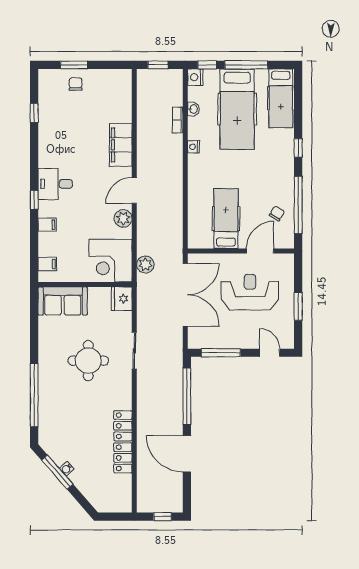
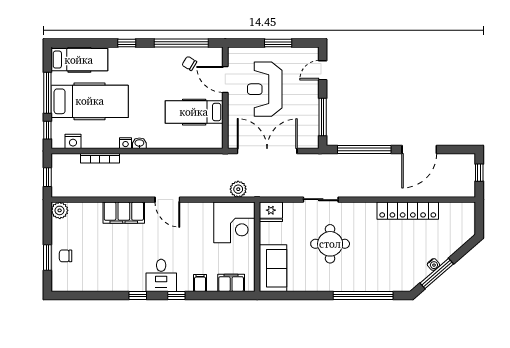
nightstand: (195, 77) -> (73, 141), moved
washbasin: (193, 109) -> (139, 143), moved
window: (34, 113) -> (138, 296), moved
bookcase: (178, 120) -> (100, 158), width x1.56
plant: (123, 218) -> (60, 210), moved
filing cabinet: (47, 264) -> (231, 283), width x2.00

